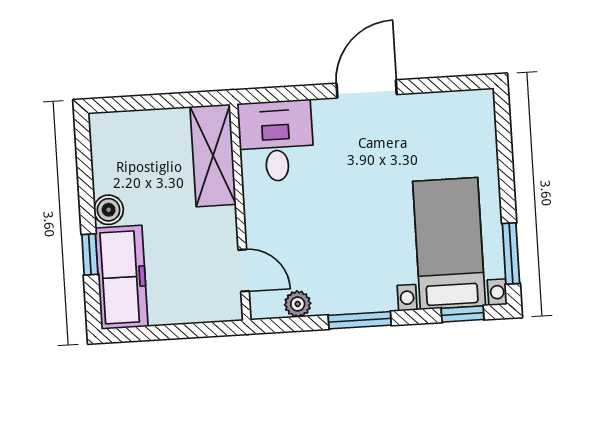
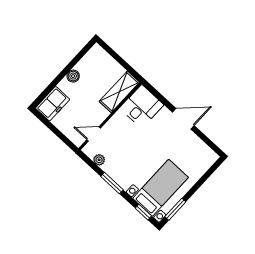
window: (90, 254) -> (54, 83), removed
door: (244, 270) -> (94, 134), swing flipped
freezer: (122, 277) -> (53, 104), width x0.71

